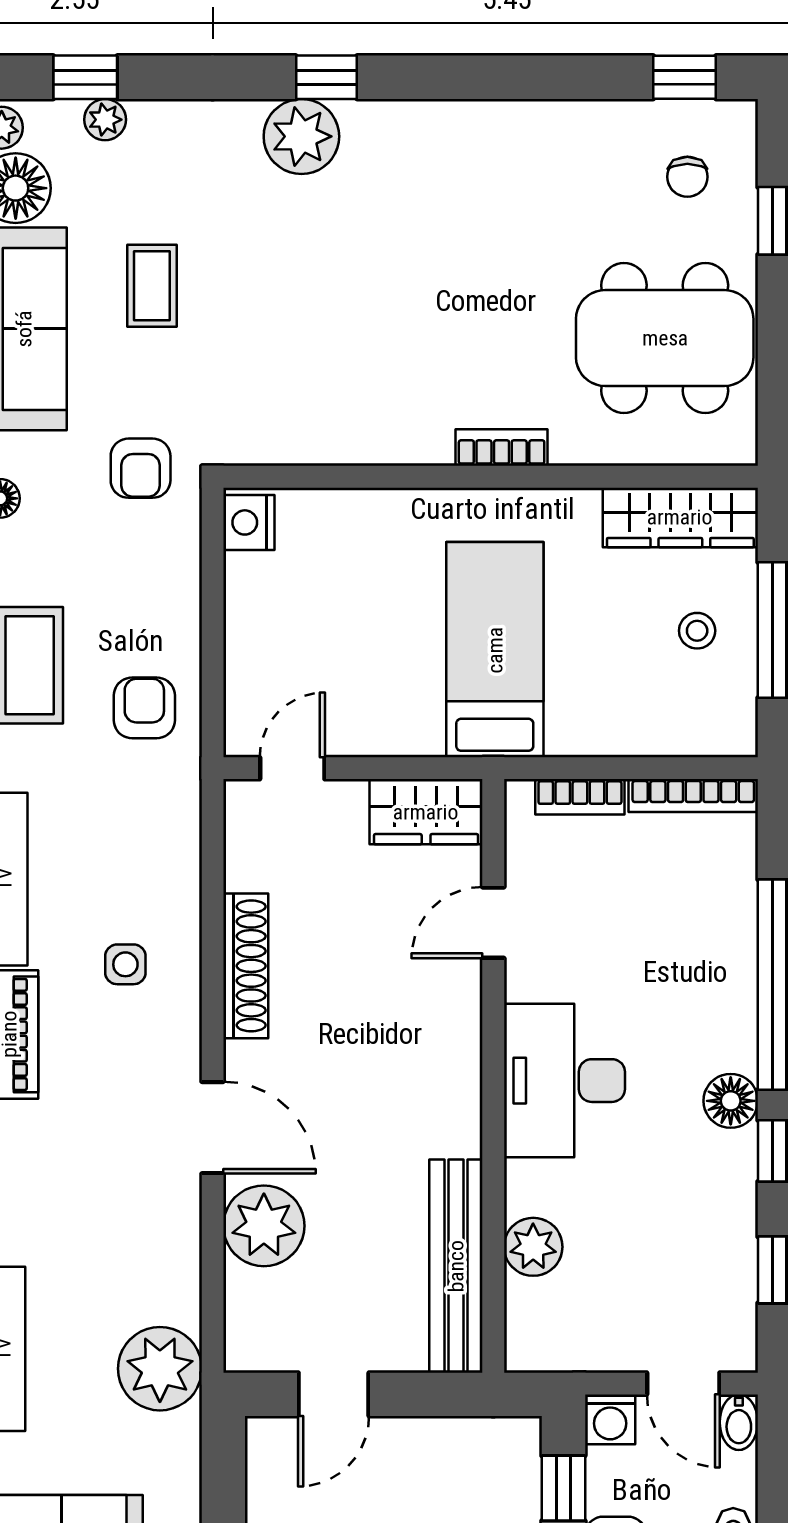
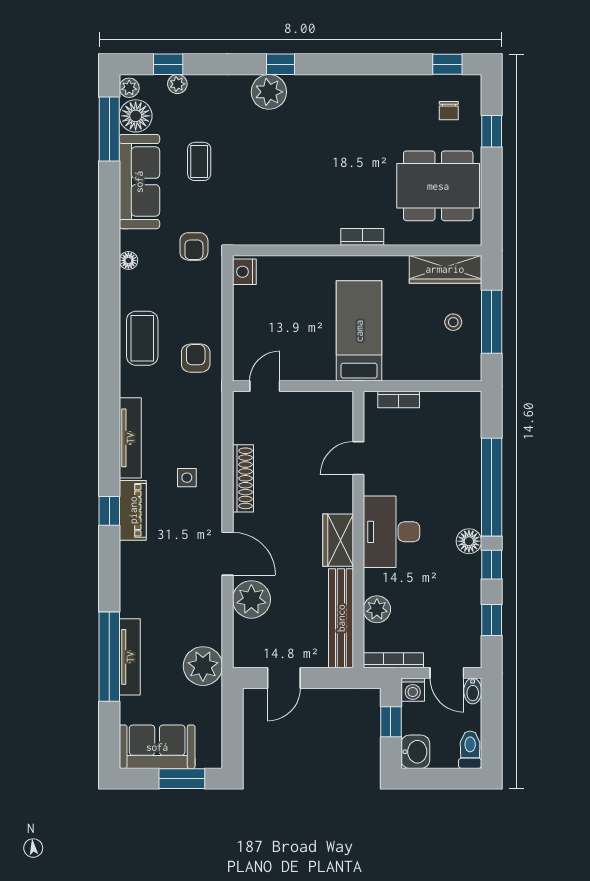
bookcase: (693, 796) -> (393, 660), moved, turned 180
wardrobe: (426, 812) -> (338, 540), moved, turned 90

